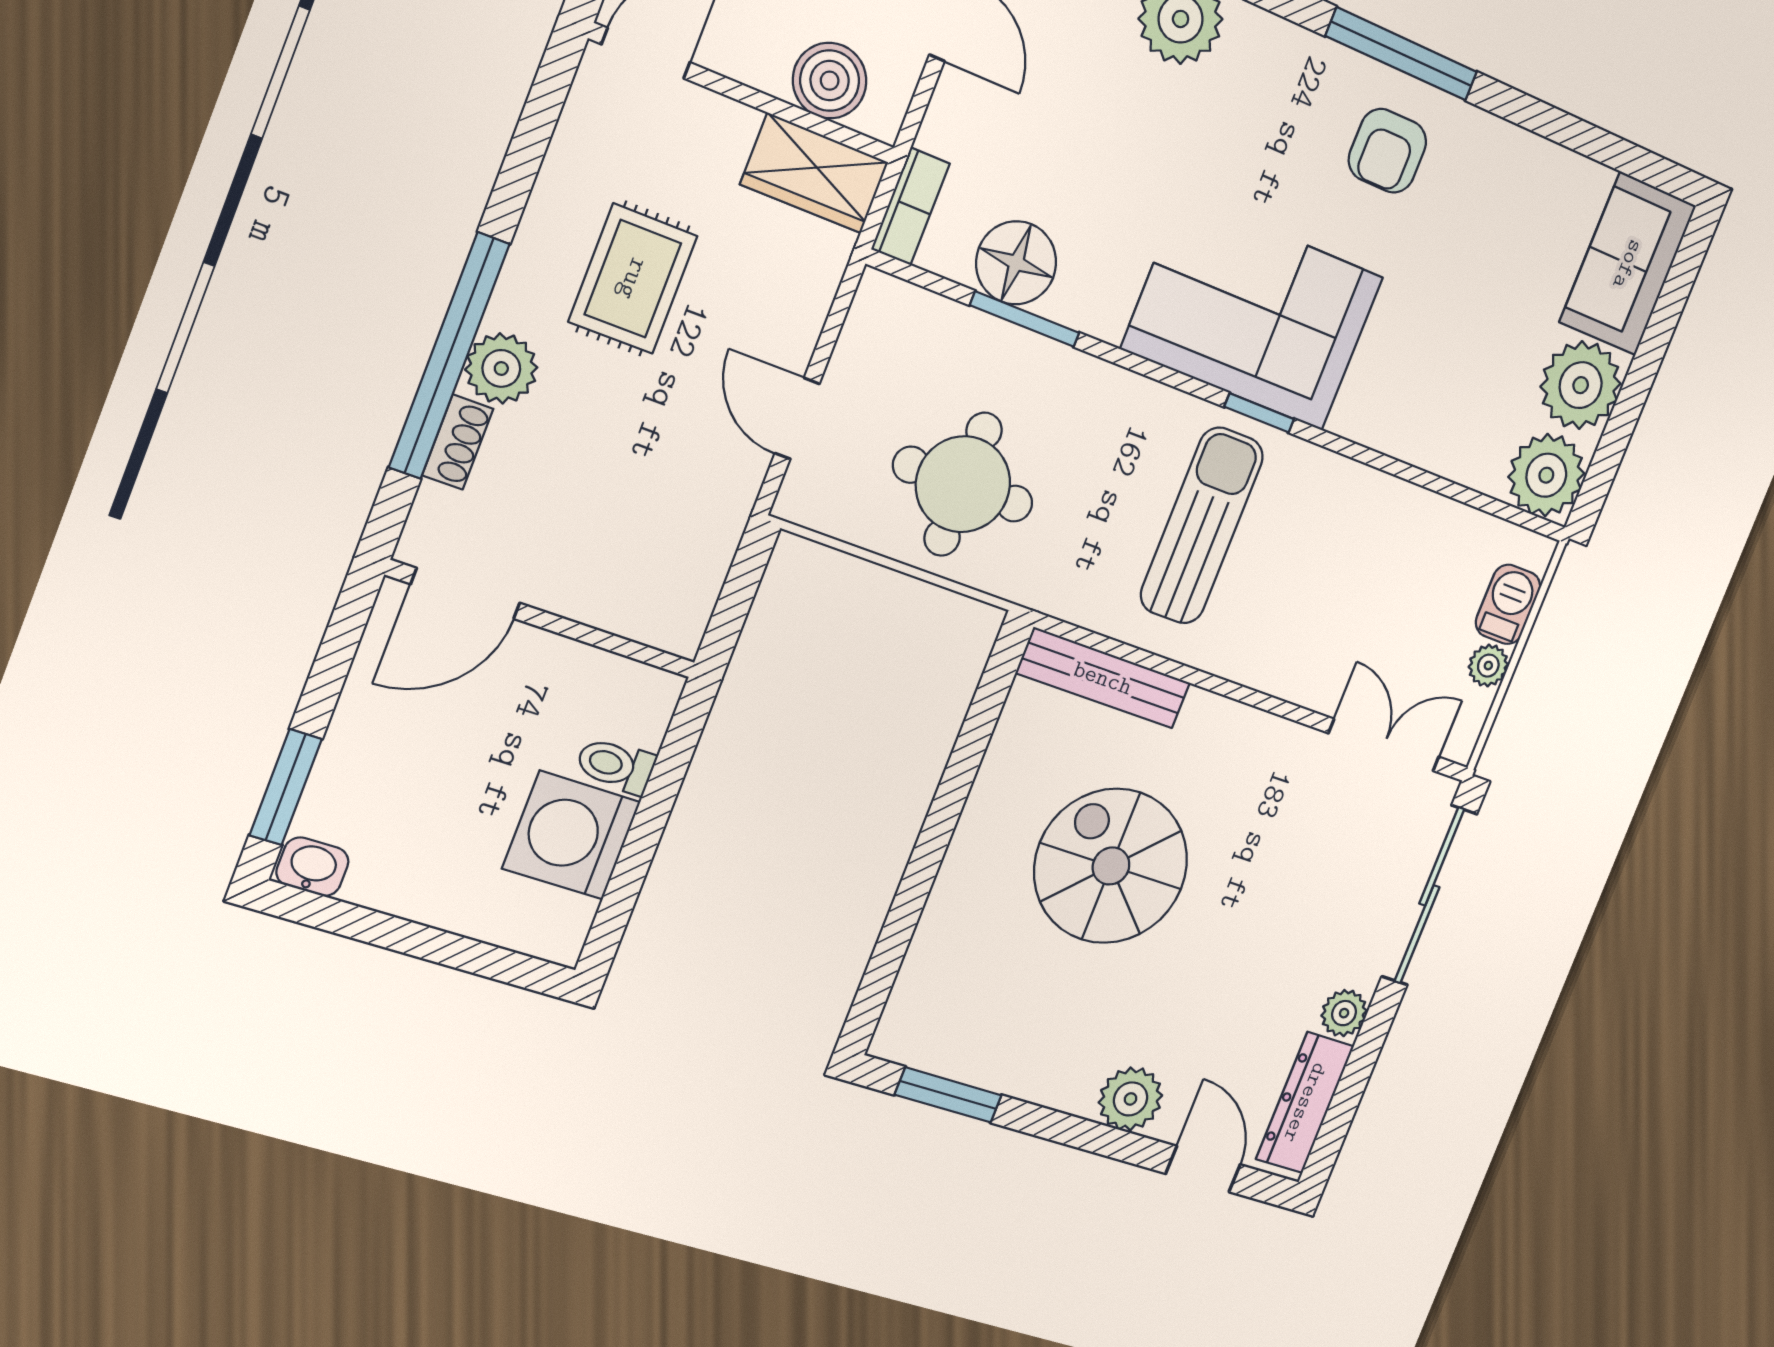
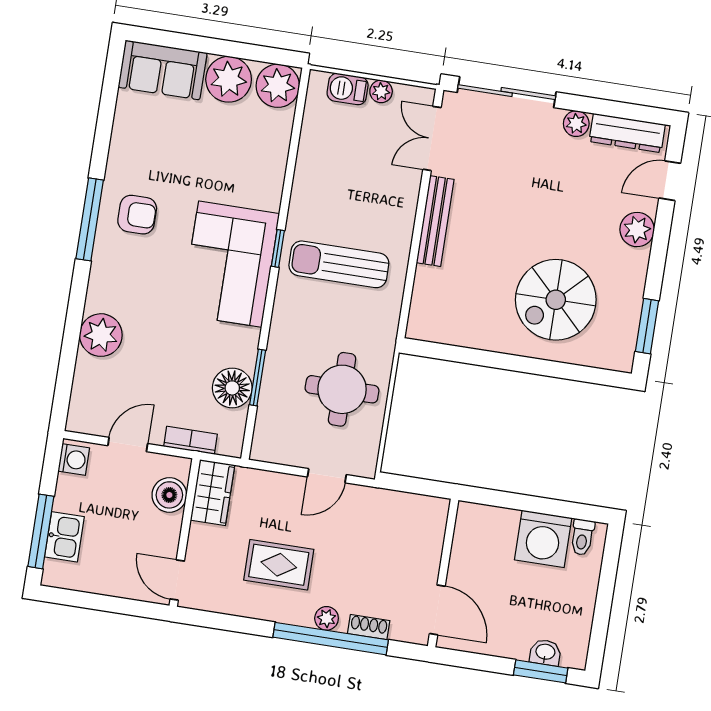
bookcase: (910, 206) -> (190, 440), moved
plant: (501, 368) -> (327, 618), width x0.73, depth x0.73
bench: (1103, 678) -> (435, 221), moved
toilet: (616, 765) -> (582, 537), moved
spiral stairs: (1111, 866) -> (556, 300), moved
washbasin: (312, 867) -> (545, 652), moved, turned 90

